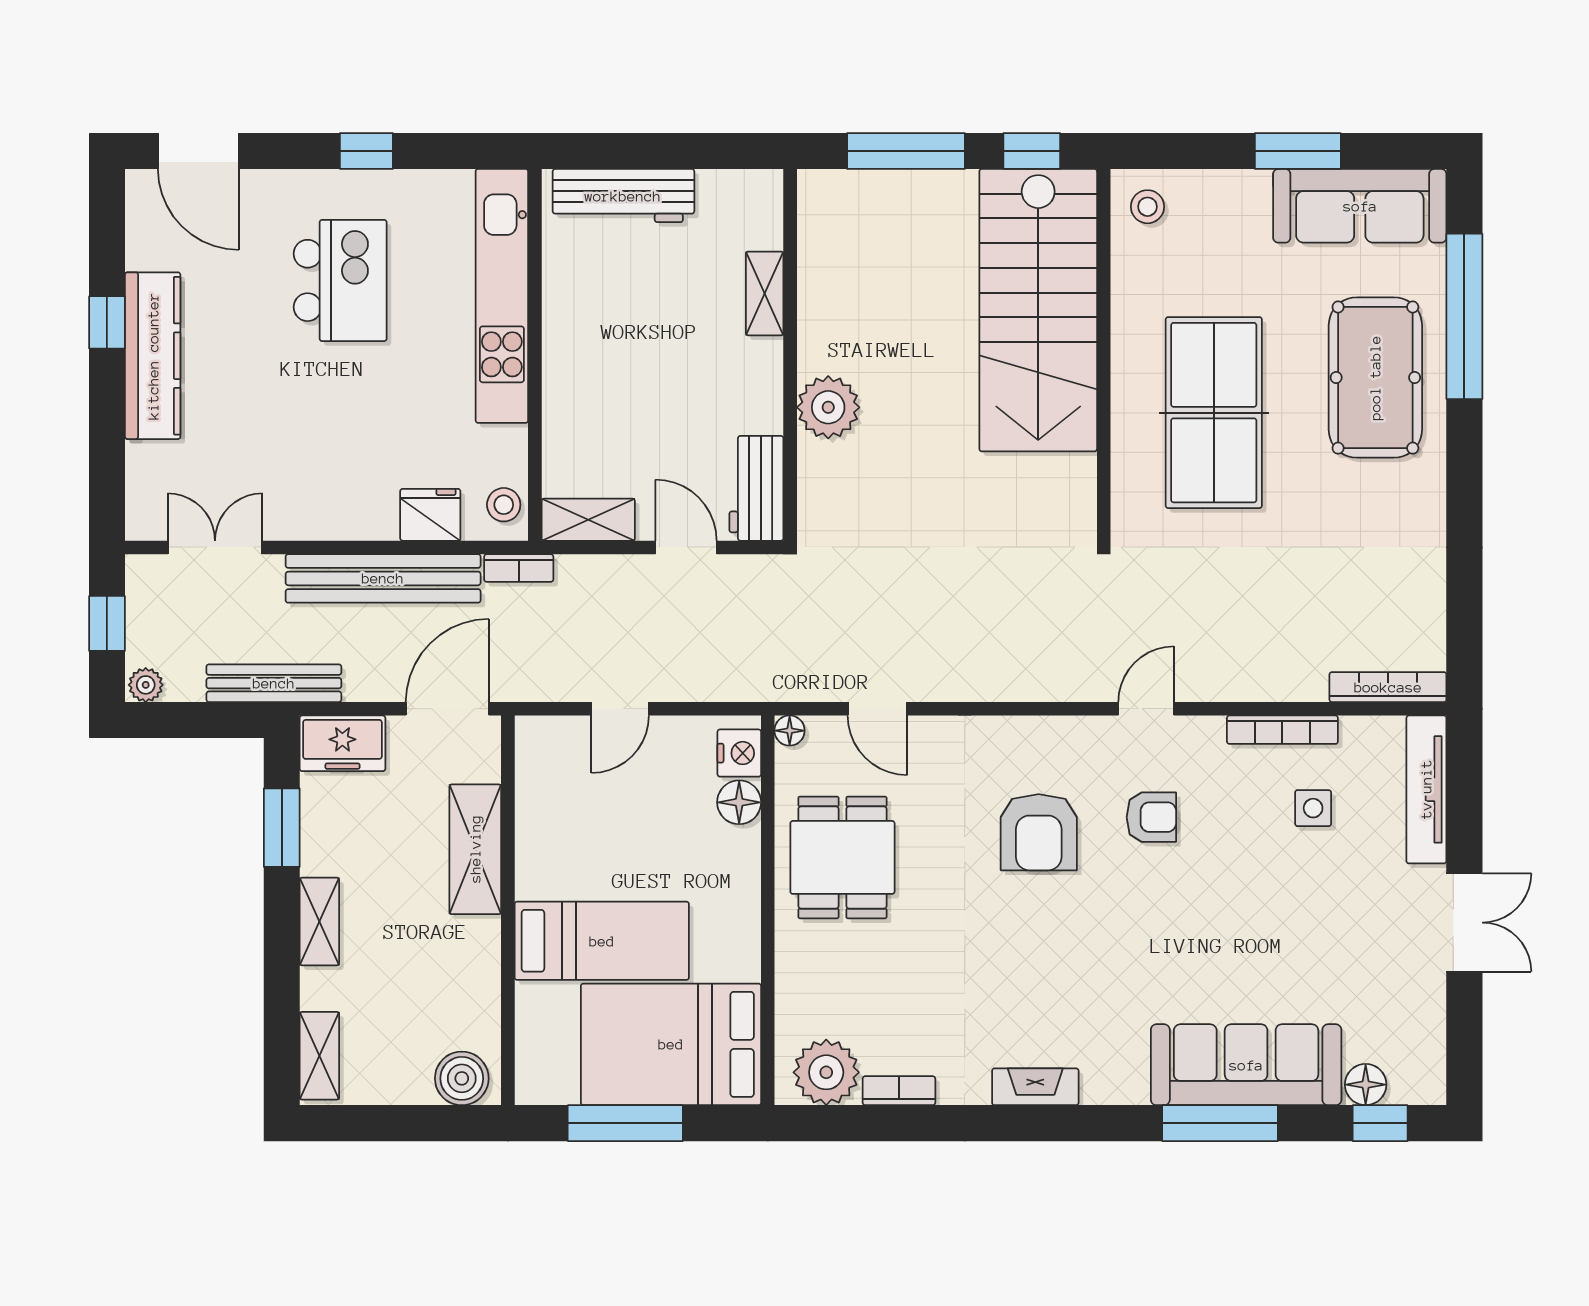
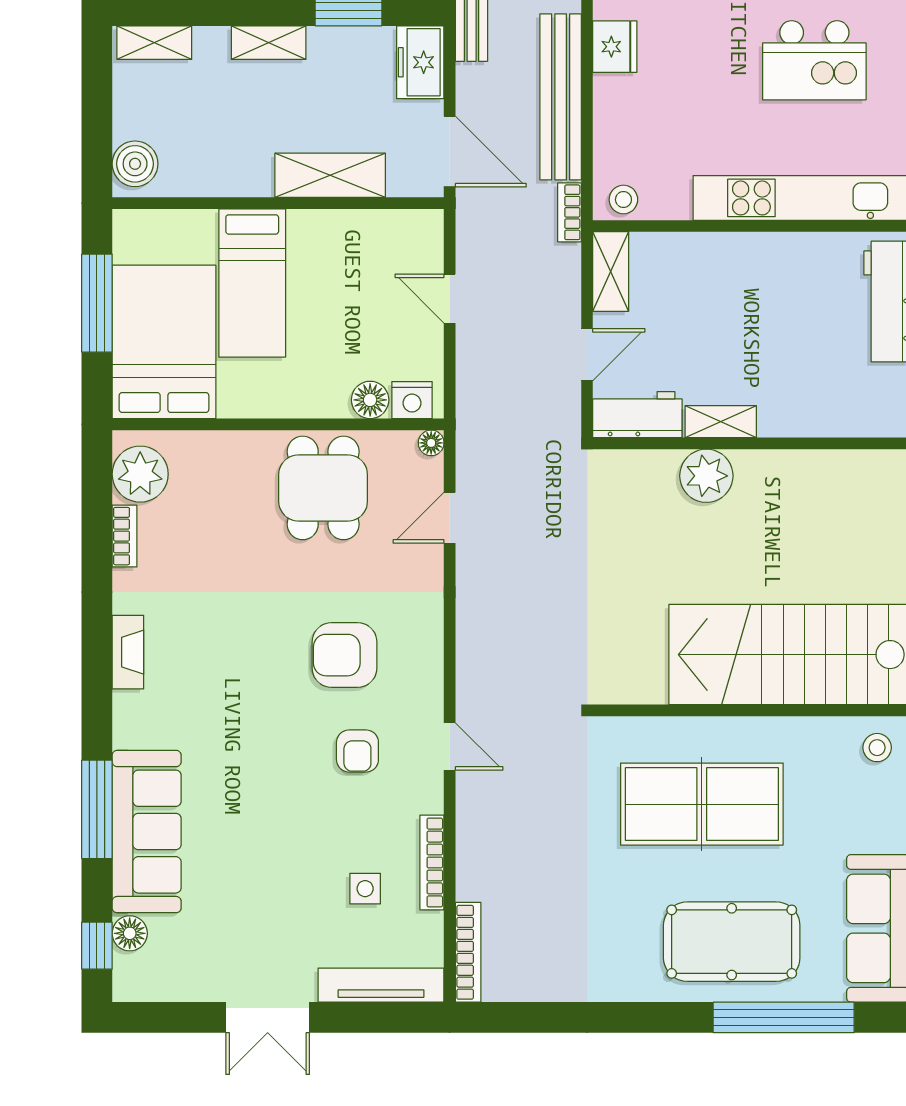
shelving: (765, 293) -> (721, 422), moved
fridge: (430, 515) -> (615, 47), moved
dining table: (842, 857) -> (323, 488), turned 90

